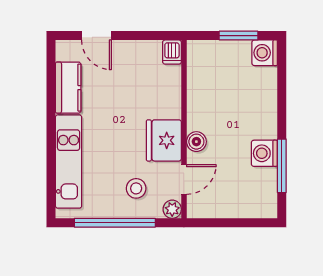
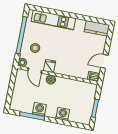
door: (96, 36) -> (104, 61), moved
washing machine: (265, 53) -> (63, 114), moved
kitchen counter: (68, 88) -> (97, 28), moved
fridge: (164, 140) -> (50, 66), width x0.53, depth x0.75

